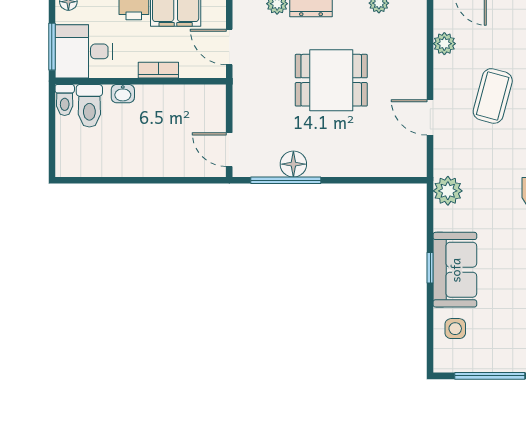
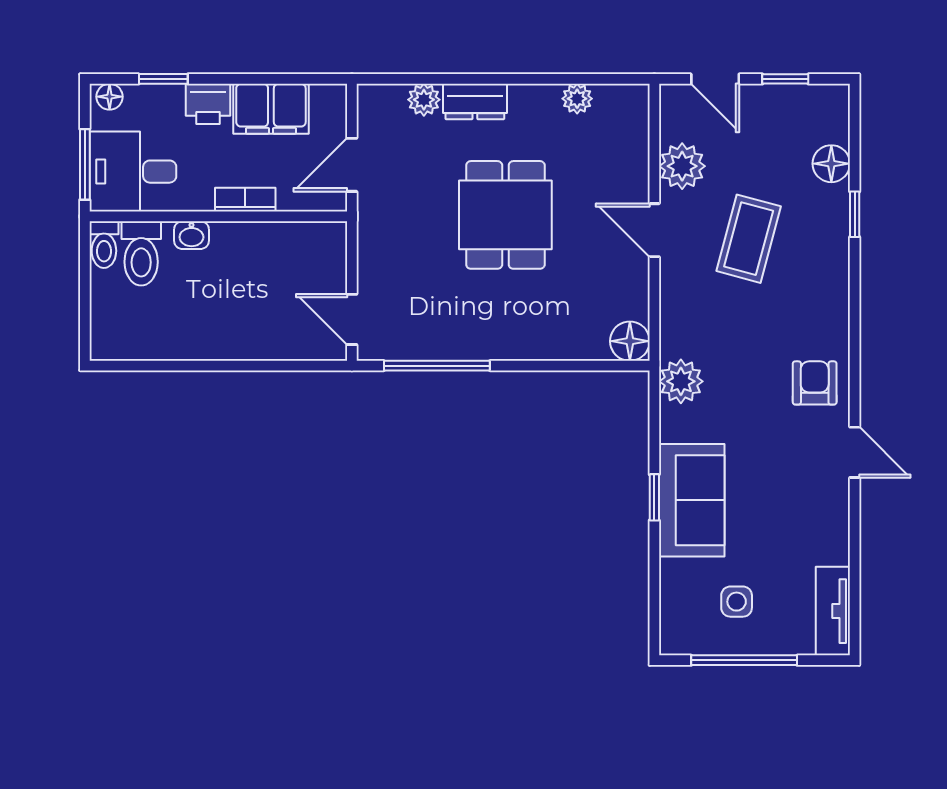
plant: (444, 44) -> (682, 166), width x1.38, depth x1.38
door: (229, 47) -> (352, 165), hinge flipped
dining table: (331, 80) -> (505, 215), turned 90
door: (430, 117) -> (654, 230), moved
floor lamp: (293, 164) -> (630, 341), moved
side table: (455, 329) -> (737, 602), moved

